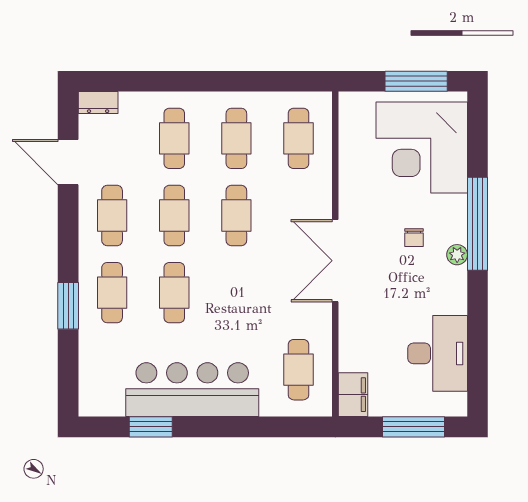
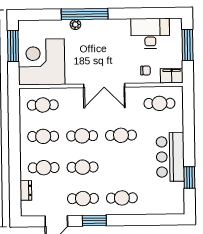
dresser: (98, 103) -> (26, 190), moved
corner desk: (422, 147) -> (41, 62), moved, turned 180
chair: (414, 238) -> (146, 70), moved
plant: (457, 255) -> (75, 25), moved
cafe table: (174, 293) -> (121, 135), moved
window: (68, 306) -> (94, 221), moved
bar counter: (192, 390) -> (170, 157), width x0.73

